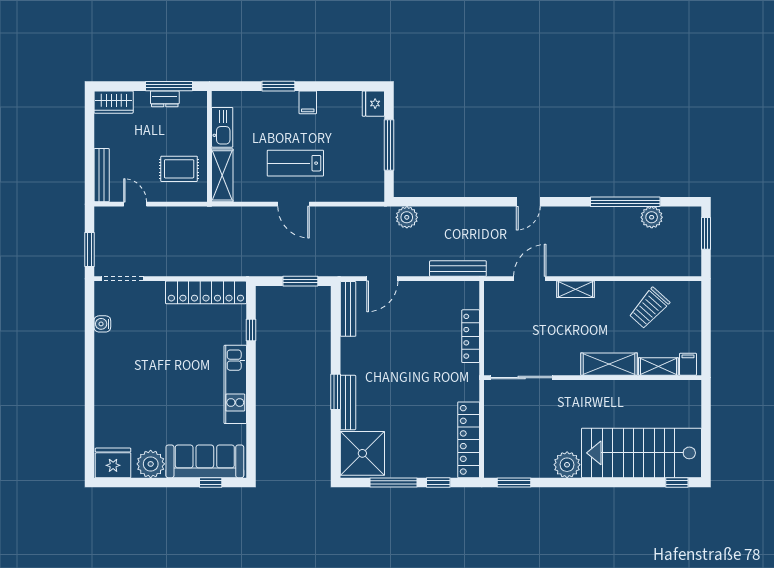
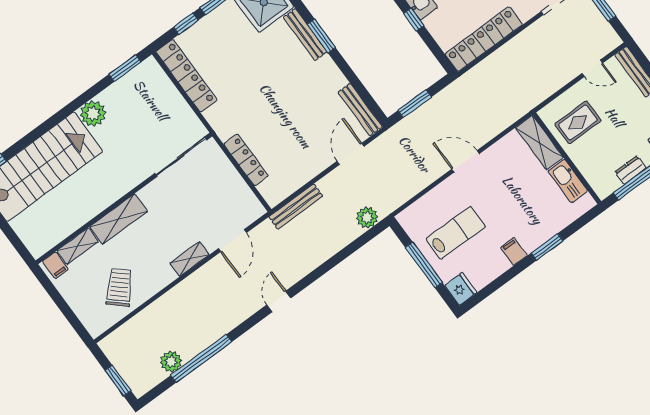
lab bench: (295, 163) -> (456, 233), moved
window: (251, 330) -> (414, 20), moved

